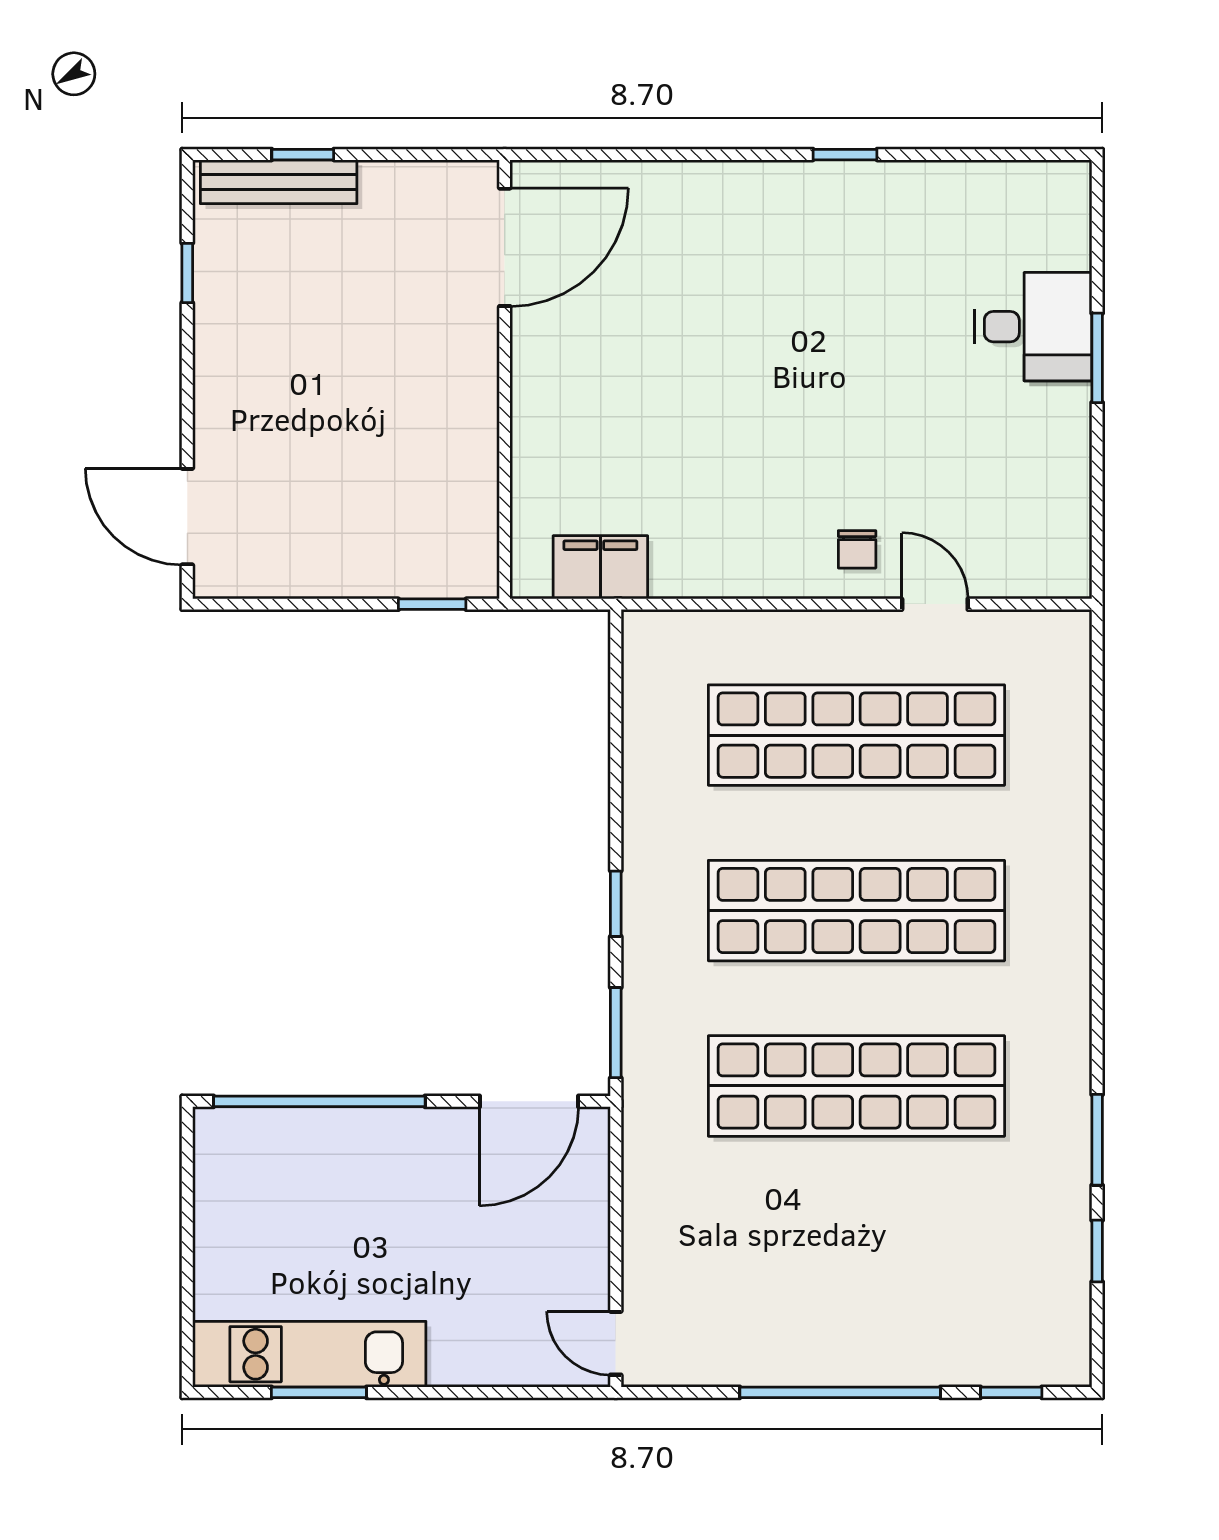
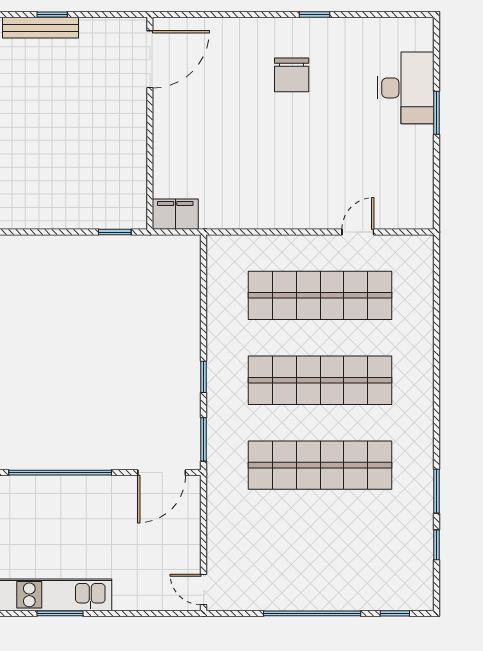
desk: (1033, 327) -> (406, 88), width x1.37
chair: (857, 549) -> (292, 75), moved, width x1.87, depth x1.87
filing cabinet: (600, 567) -> (175, 214), moved
door: (935, 604) -> (358, 232), hinge flipped

